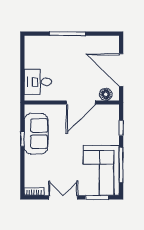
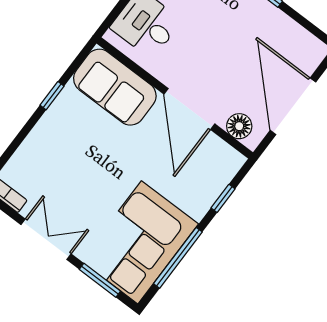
door: (81, 103) -> (189, 109), hinge flipped
sofa: (36, 134) -> (115, 87), moved, turned 90

